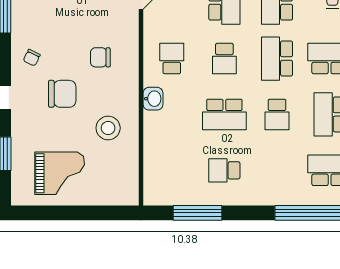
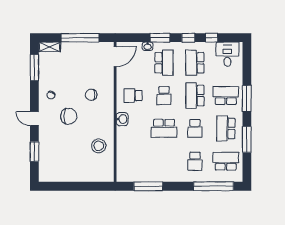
school desk: (172, 59) -> (133, 96), turned -90
stool: (108, 128) -> (99, 146), moved
school desk: (224, 170) -> (195, 161), moved, turned -90
grand piano: (60, 173) -> (67, 163), removed

